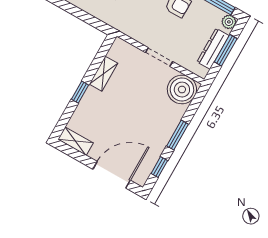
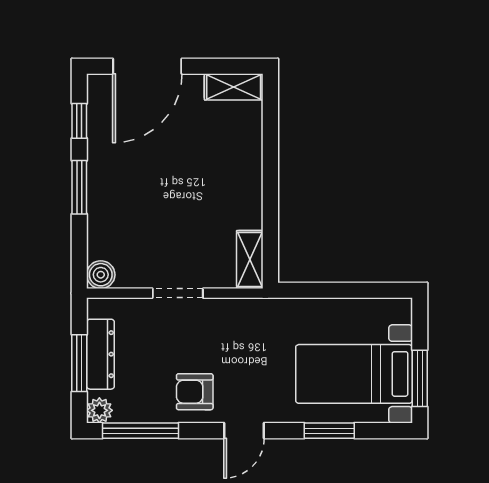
shelving: (104, 74) -> (250, 260), moved
boiler: (182, 90) -> (101, 275), width x0.54, depth x0.54
window: (80, 92) -> (270, 168), removed

